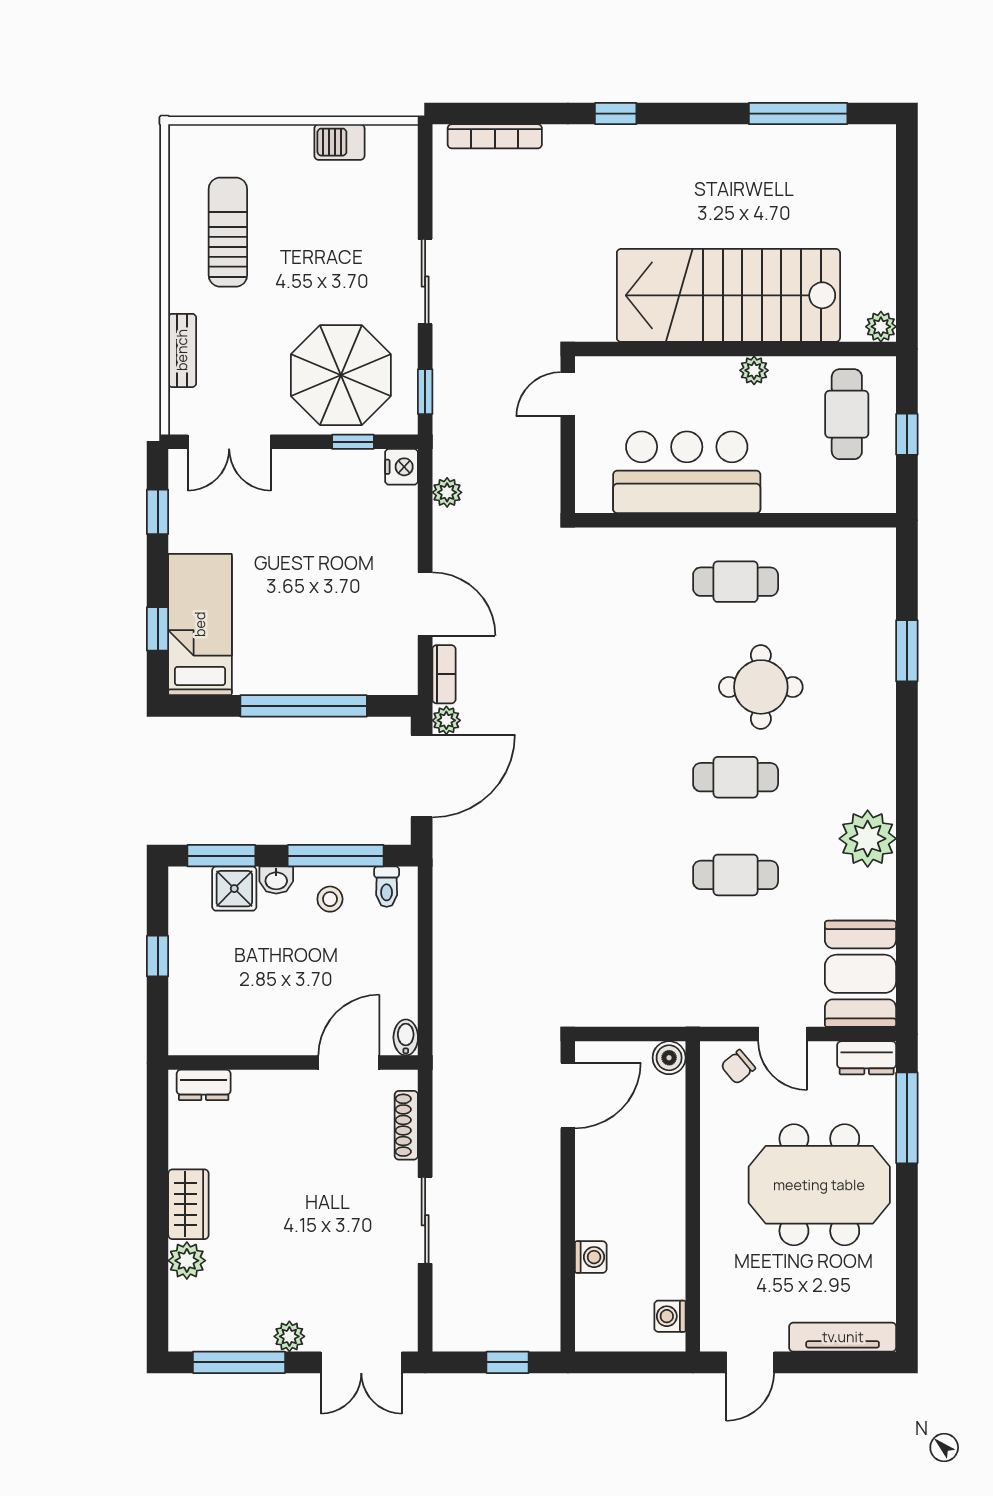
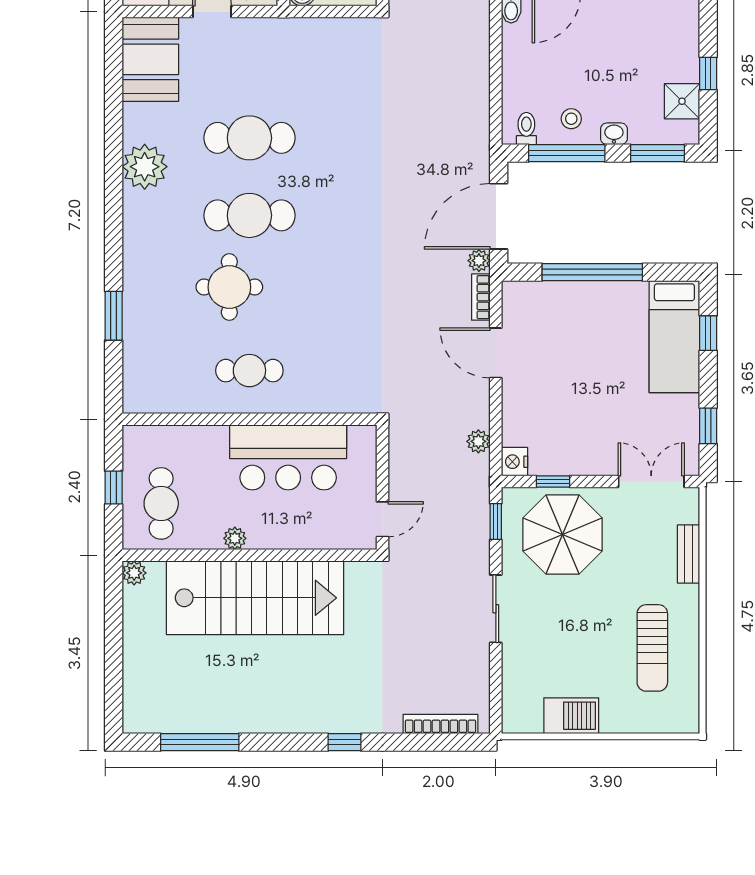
barbecue: (339, 142) -> (571, 716), width x1.38, depth x1.27
cafe table: (736, 777) -> (249, 215), width x1.37, depth x1.35
cafe table: (736, 875) -> (249, 138), width x1.37, depth x1.35
shower: (234, 889) -> (682, 101), moved

